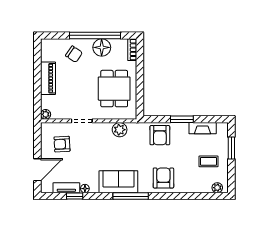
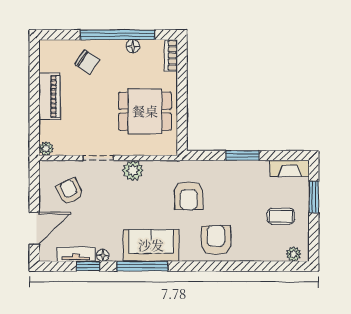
floor lamp: (102, 47) -> (133, 46), width x0.53, depth x0.53
dining table: (114, 89) -> (145, 111), turned 90
fireplace: (203, 128) -> (290, 168), moved
plant: (120, 130) -> (133, 171), moved
armchair: (160, 135) -> (189, 196), moved
armchair: (62, 144) -> (70, 191), turned 68
window: (131, 196) -> (142, 266), moved

